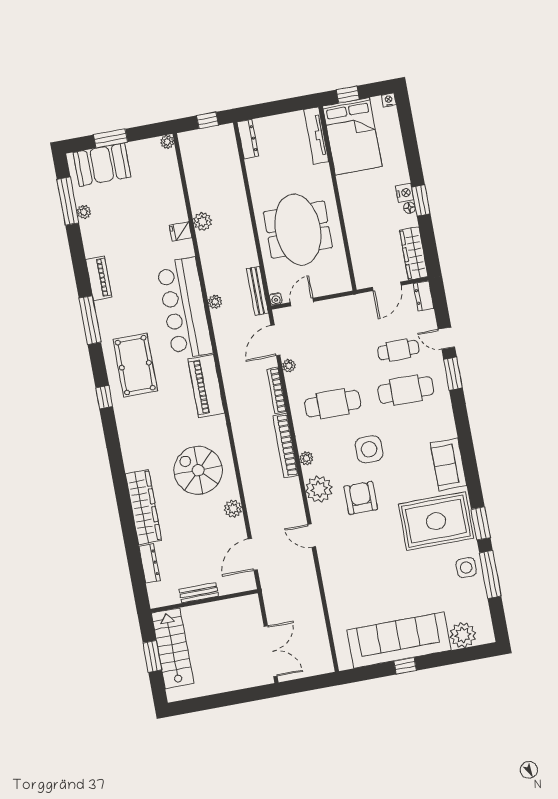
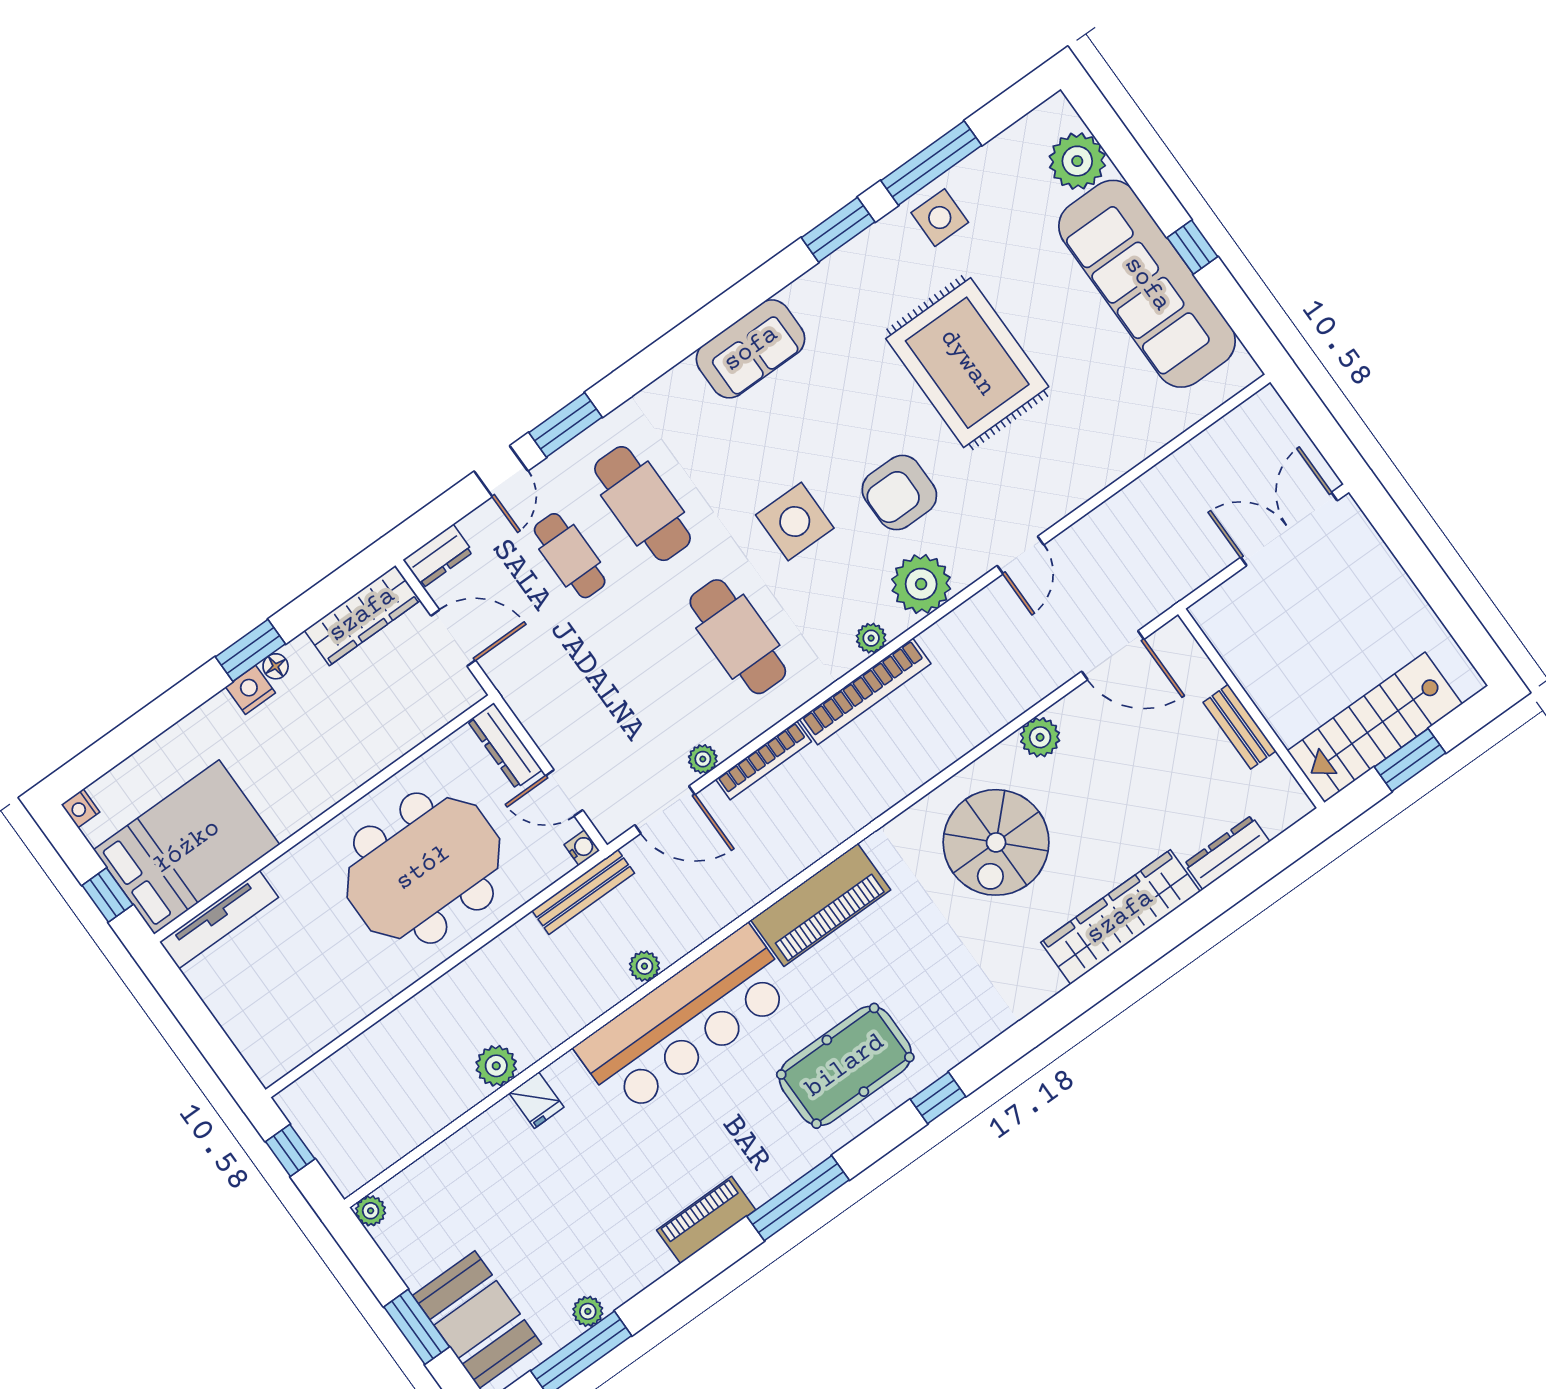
dresser: (248, 139) -> (505, 746), moved, turned -90
rug: (436, 521) -> (967, 363), moved

